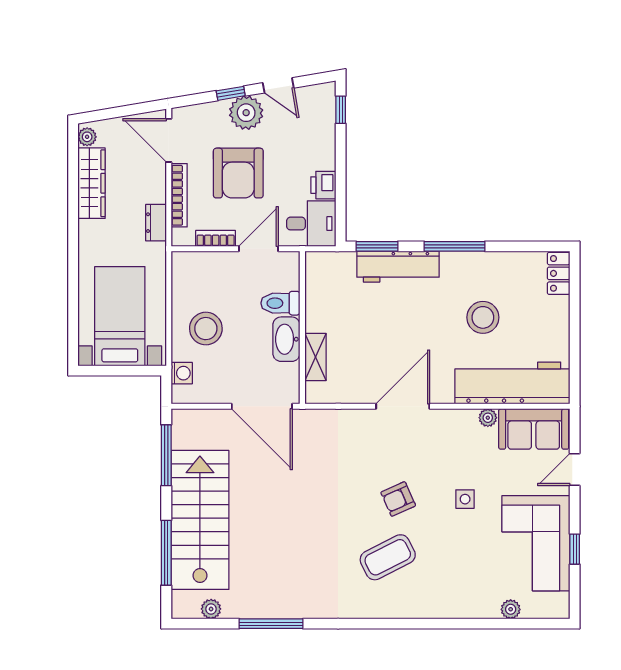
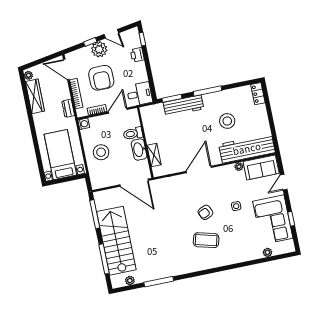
printer: (323, 185) -> (137, 55), moved
washing machine: (182, 373) -> (84, 124), moved
coffee table: (388, 557) -> (206, 240), turned 42

